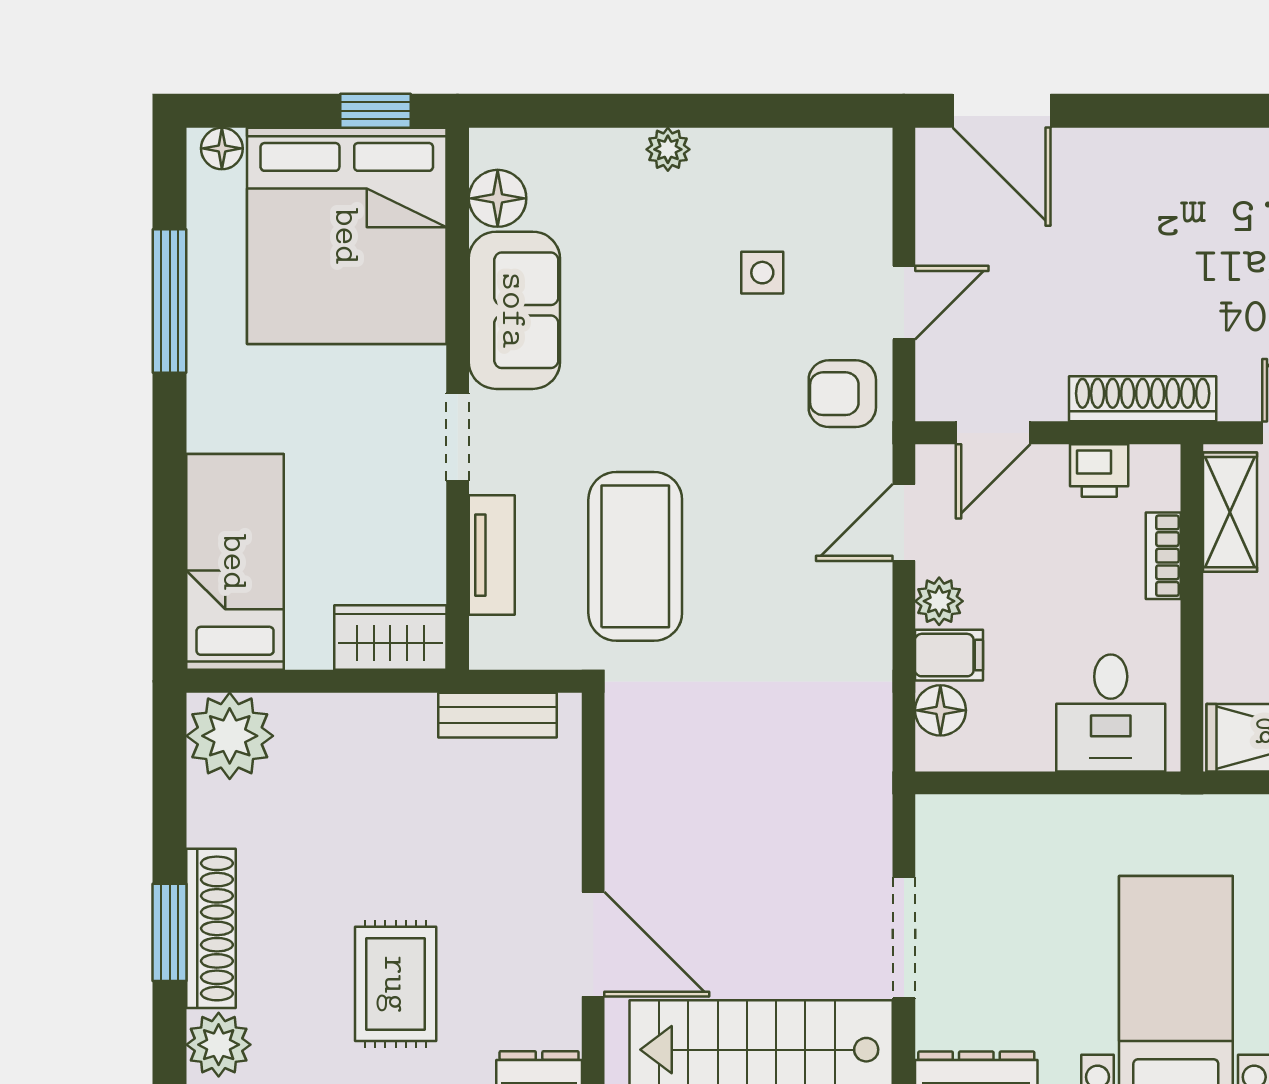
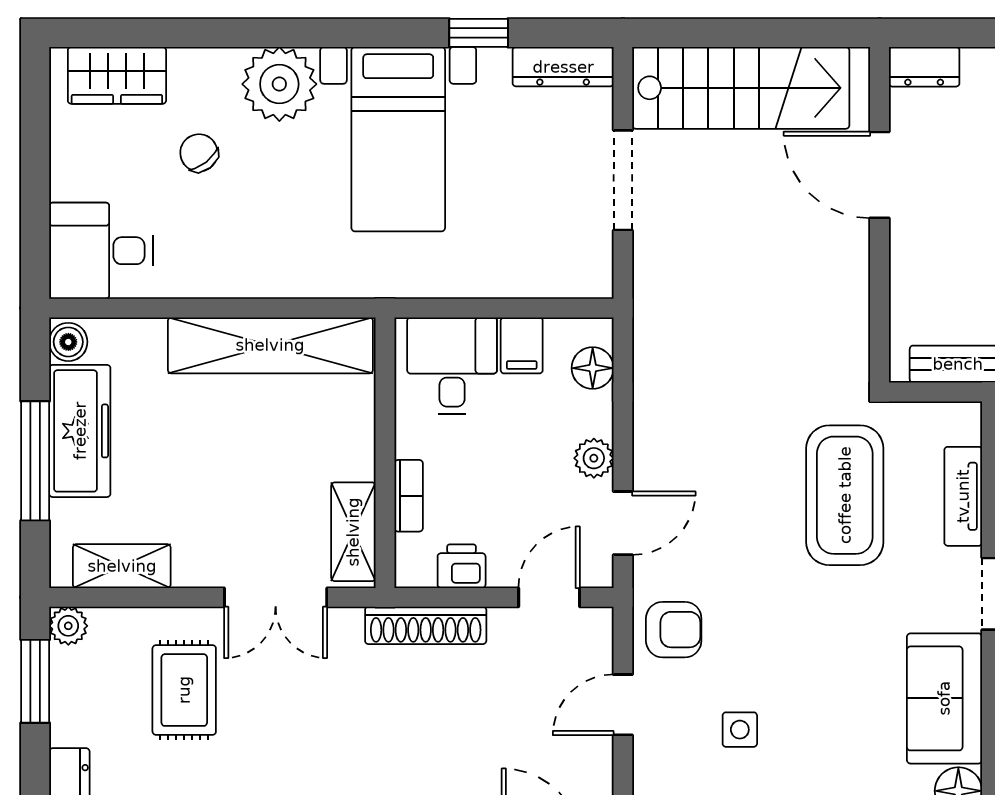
filing cabinet: (949, 655) -> (522, 345), moved, turned -90

